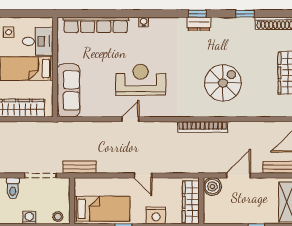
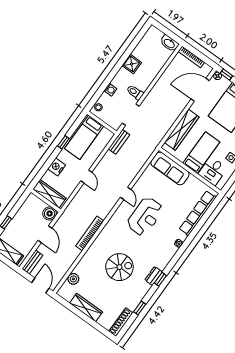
spiral stairs: (223, 83) -> (119, 267), moved, turned -90
plant: (265, 109) -> (73, 279), added
door: (143, 175) -> (86, 176), swing flipped

